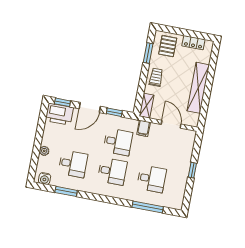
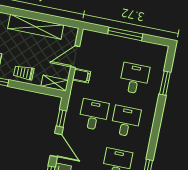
filing cabinet: (144, 128) -> (82, 76), moved
window: (192, 170) -> (125, 34), width x2.17
window: (148, 207) -> (165, 83), width x0.69

